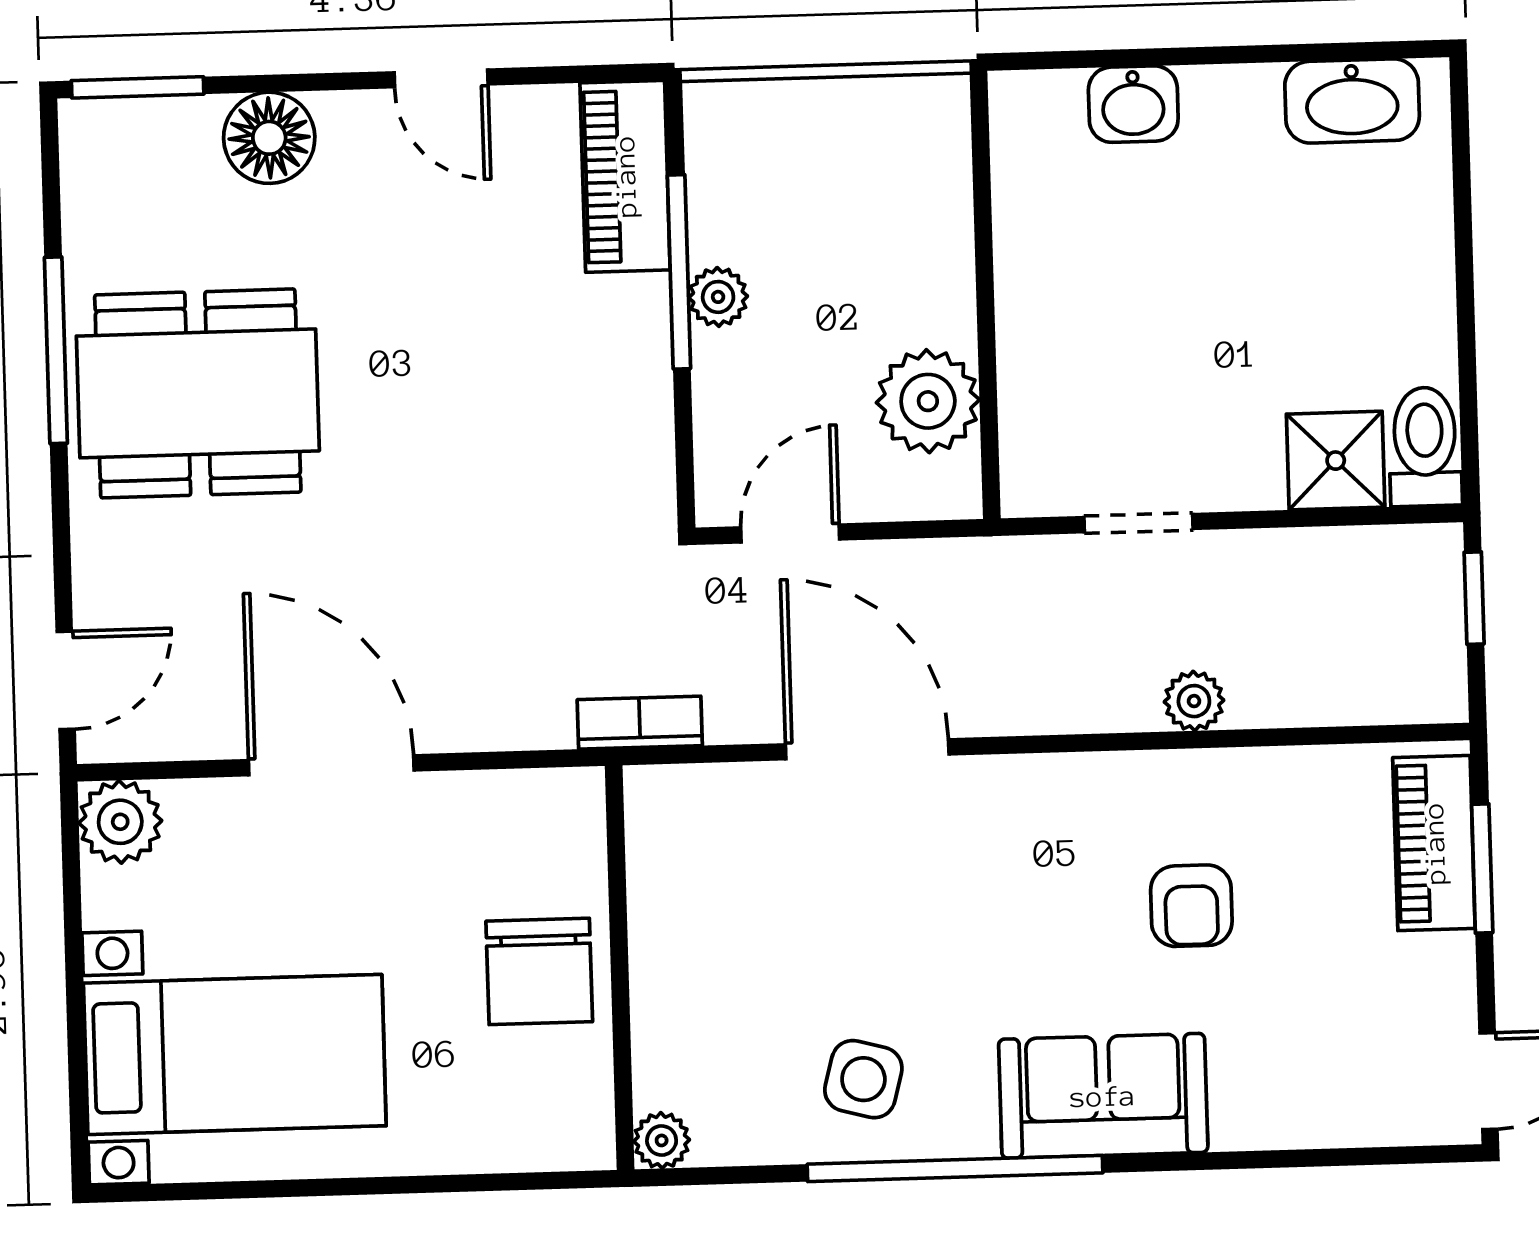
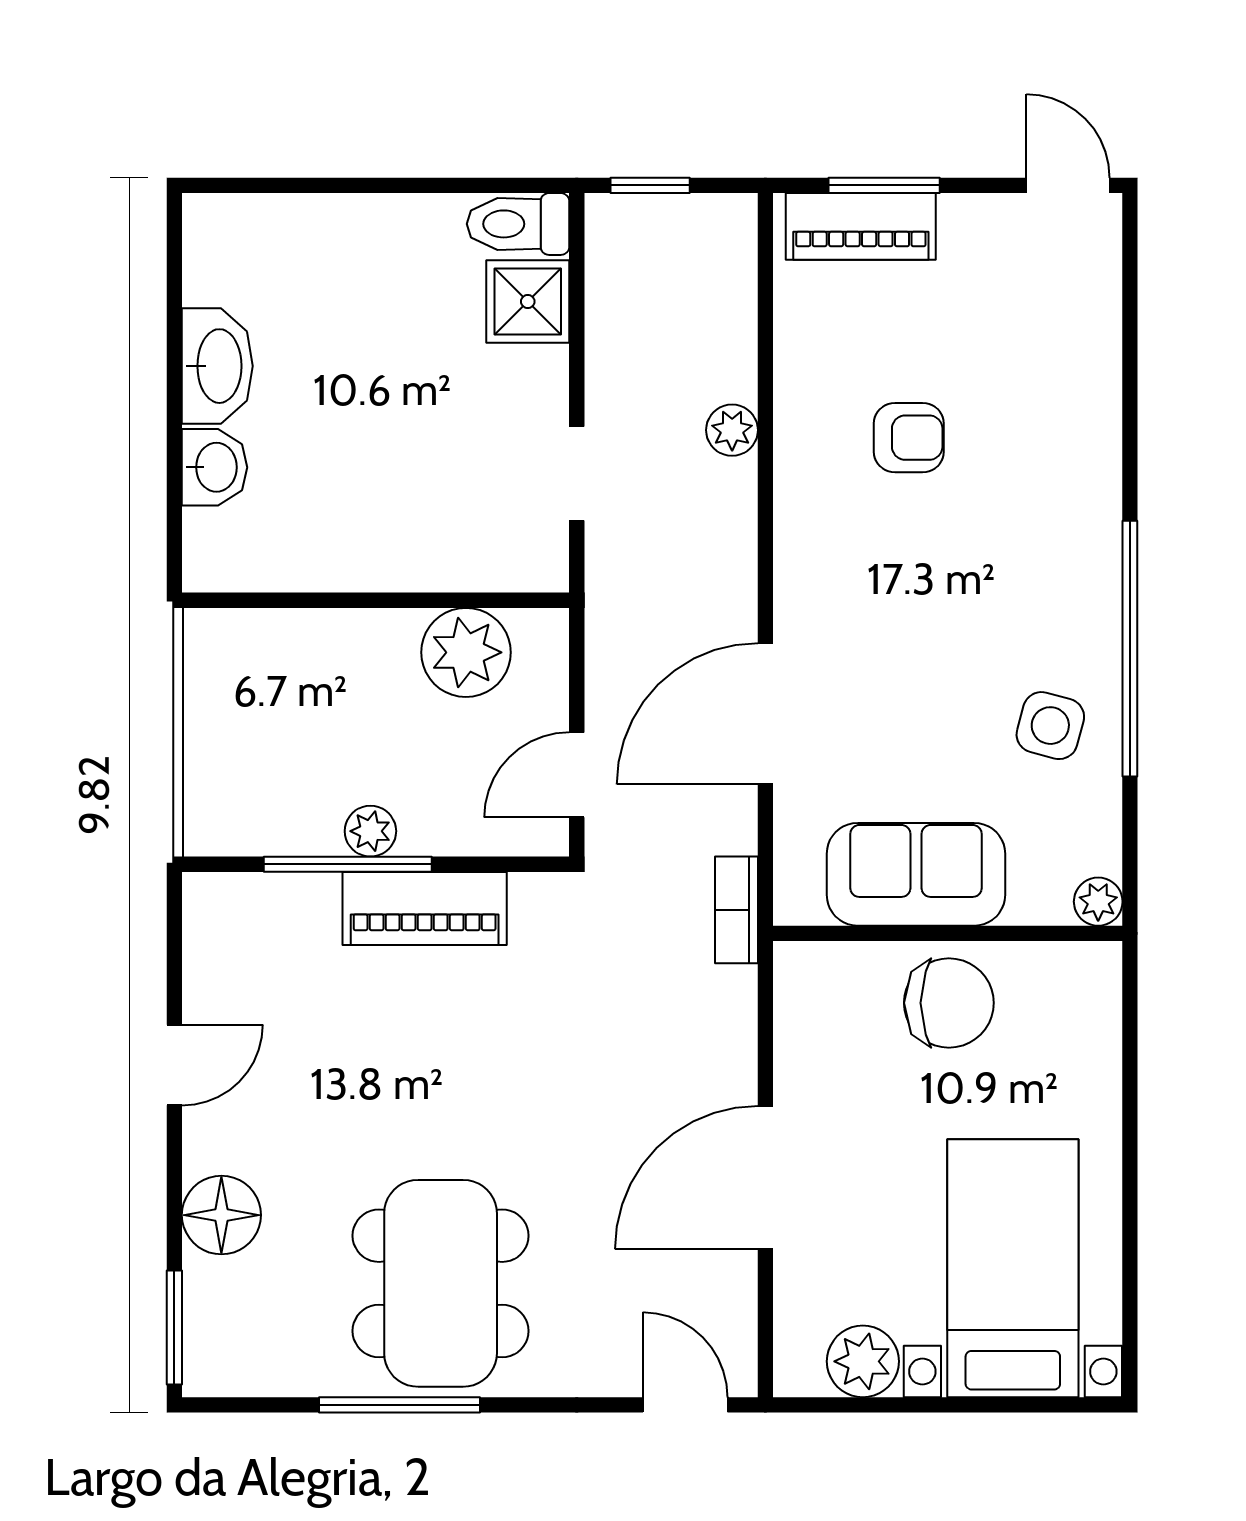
washbasin: (1352, 101) -> (217, 366), moved
piano: (625, 176) -> (425, 908), moved
door: (790, 533) -> (577, 775), hinge flipped
plant: (120, 822) -> (863, 1361), moved
sofa: (1103, 1096) -> (916, 874), moved, turned 90

